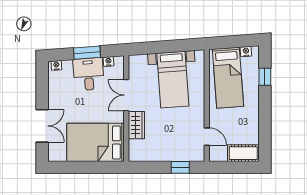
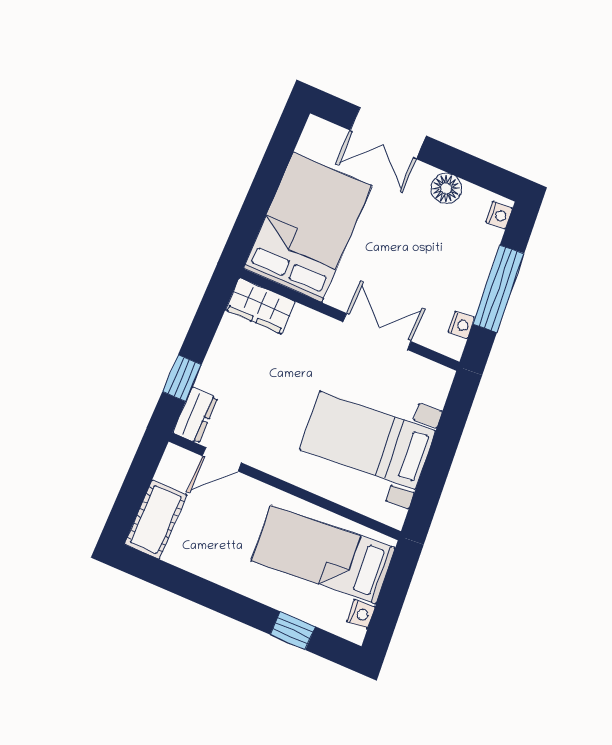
window: (87, 53) -> (498, 289), width x1.44
desk: (89, 74) -> (453, 273), removed
floor lamp: (55, 92) -> (446, 189), added
wardrobe: (136, 125) -> (260, 306), moved
dresser: (193, 155) -> (195, 415), added

